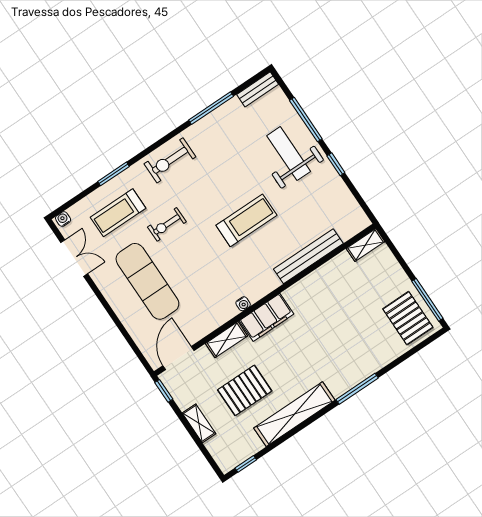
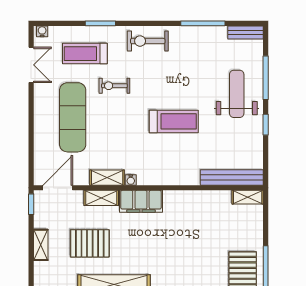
bench: (308, 256) -> (232, 178), moved
shelving: (219, 317) -> (107, 178), added

